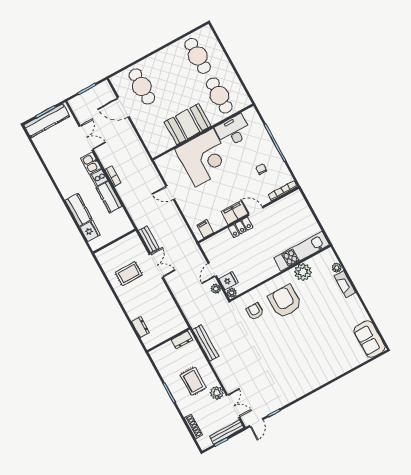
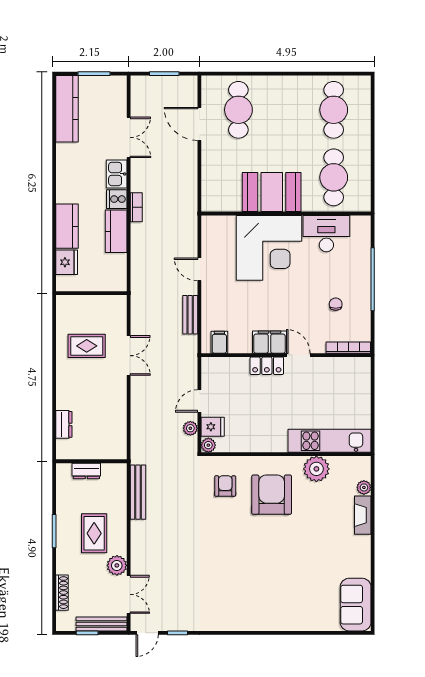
kitchen counter: (47, 121) -> (67, 109), moved, turned -90
bench: (149, 239) -> (190, 315), moved
dresser: (182, 340) -> (86, 471), moved

